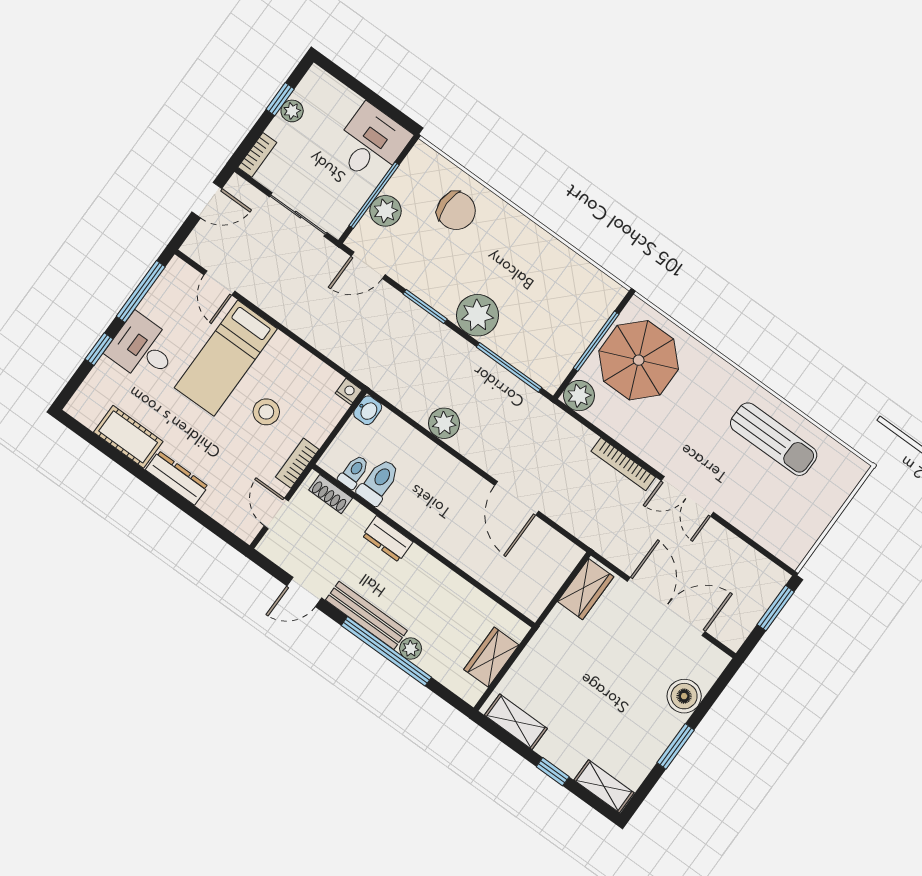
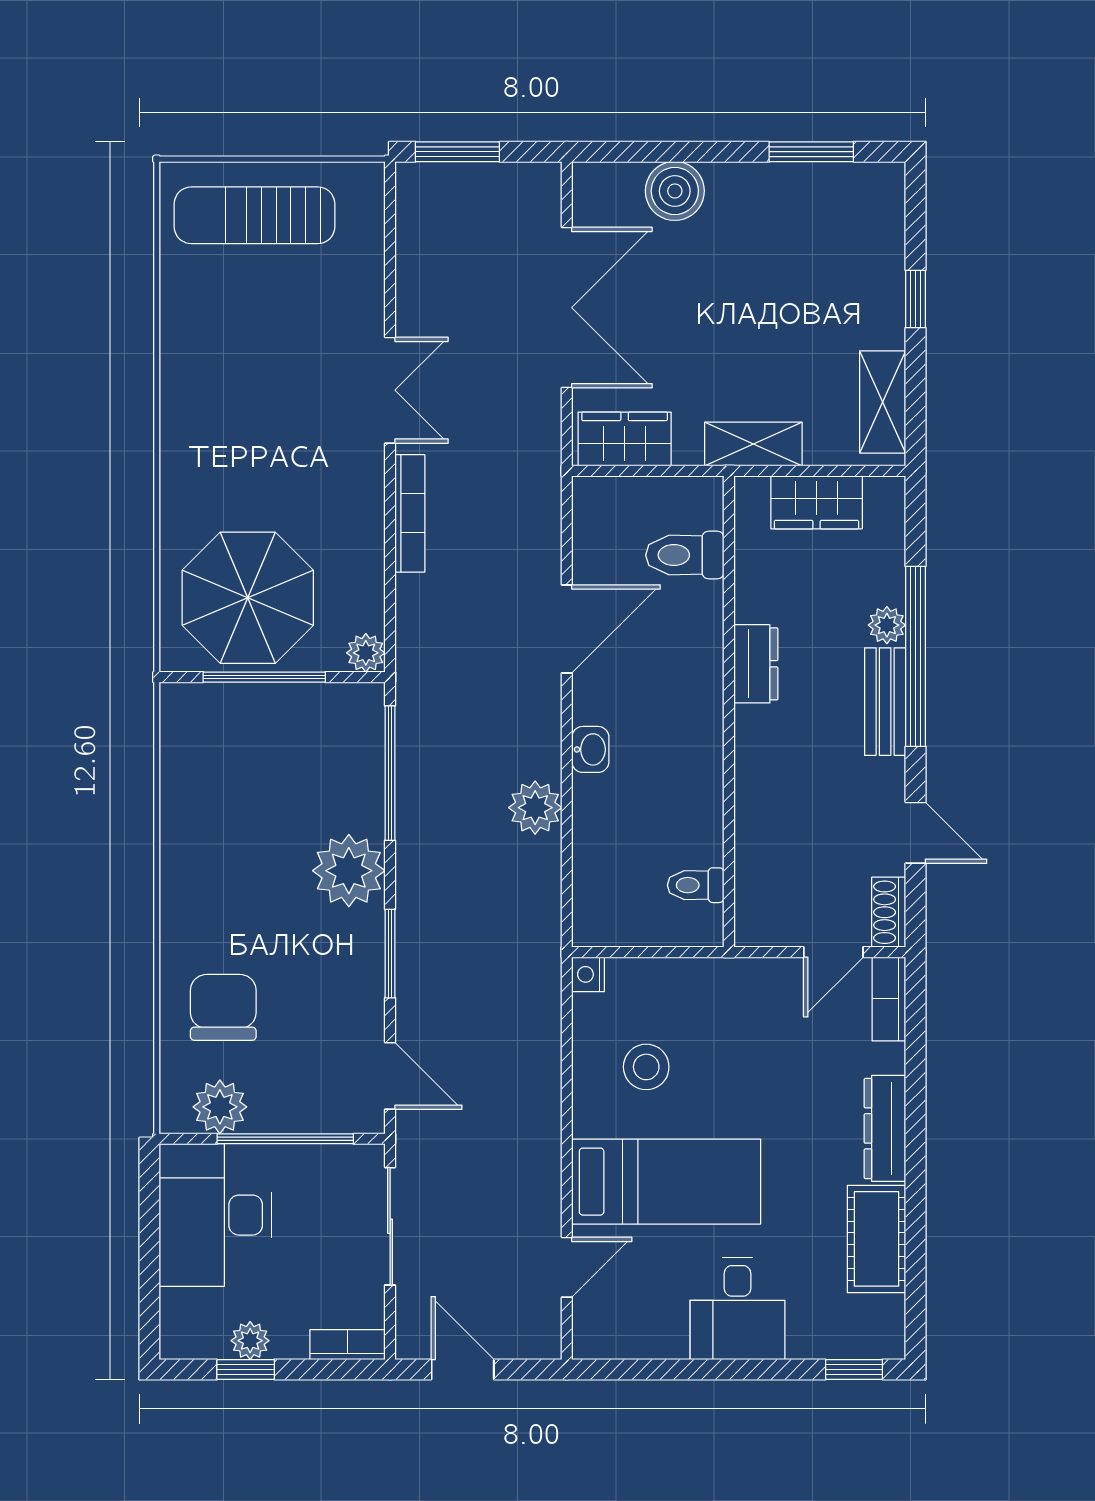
desk: (371, 144) -> (215, 1215), width x1.37
plant: (385, 211) -> (220, 1107), moved
window: (141, 291) -> (659, 1370), removed
window: (99, 349) -> (854, 1370), moved
plant: (579, 396) -> (366, 653), width x0.73, depth x0.73
washbasin: (368, 410) -> (590, 749), moved, turned 90
stool: (266, 412) -> (646, 1067), moved
sun lounger: (774, 439) -> (255, 215), moved, turned -90
bookcase: (297, 463) -> (889, 999), moved, turned 90
toilet: (379, 482) -> (685, 555), moved
shoe rack: (331, 494) -> (889, 912), moved, turned 180
dresser: (388, 539) -> (756, 664), moved
double door: (666, 607) -> (567, 308), swing flipped
bench: (366, 615) -> (885, 702), width x0.73
window: (676, 746) -> (811, 152), moved
shelving: (604, 786) -> (753, 444), moved, turned 90

